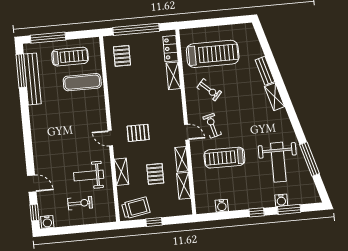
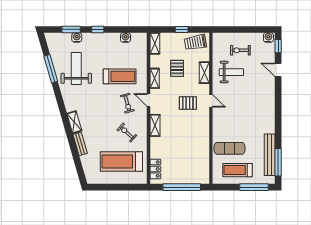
pallet: (122, 56) -> (195, 167), removed
shelving: (173, 76) -> (155, 125), moved
shelving: (184, 186) -> (155, 43), moved

